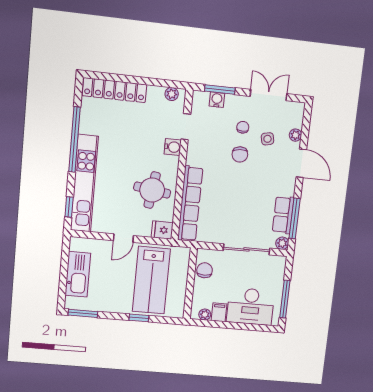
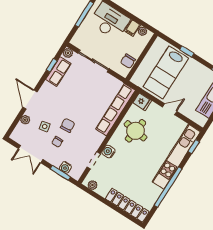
window: (295, 218) -> (52, 65), width x0.46
lab bench: (151, 280) -> (166, 72), turned 180

